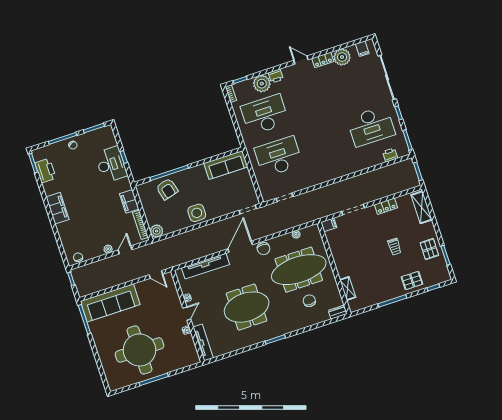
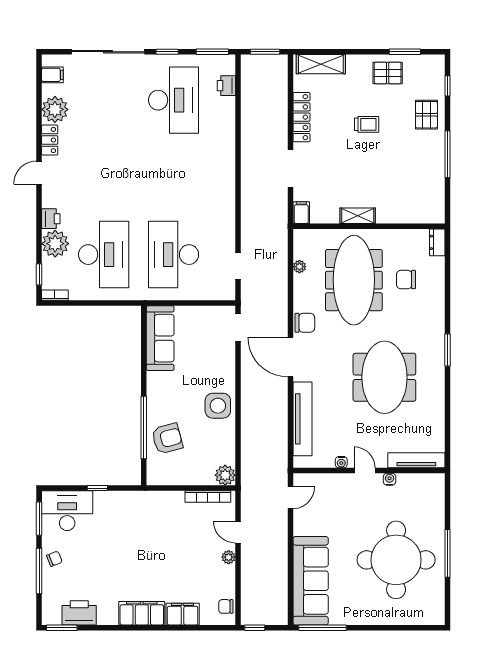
desk: (265, 115) -> (104, 255), turned 180
desk: (111, 164) -> (67, 511), moved
filing cabinet: (129, 201) -> (183, 614), moved, turned 180
locker: (386, 206) -> (301, 117), width x1.53
shelving: (348, 289) -> (358, 216), moved

